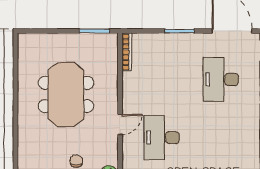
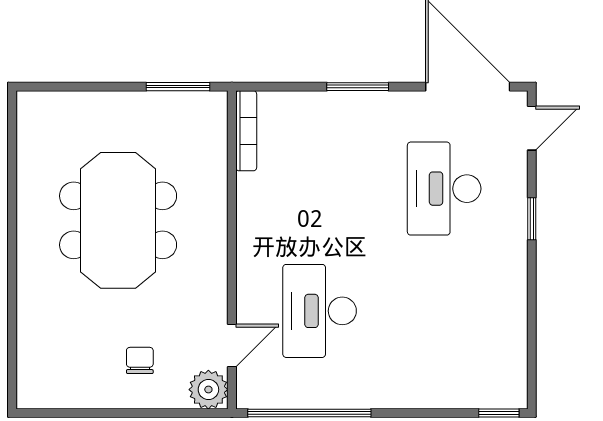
door: (120, 125) -> (232, 345), moved

